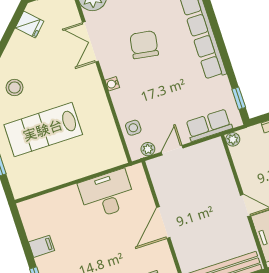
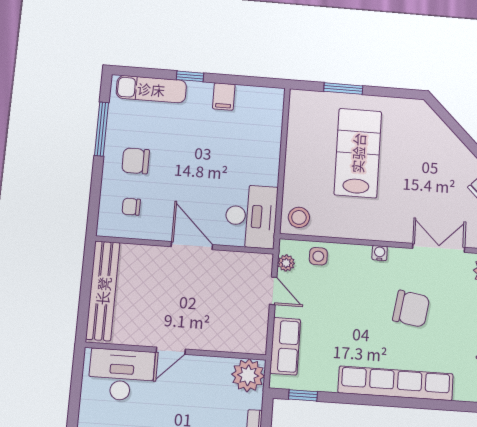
stool: (15, 88) -> (299, 217), moved
plant: (233, 139) -> (248, 375), width x1.88, depth x1.88
desk: (107, 194) -> (251, 216), moved

